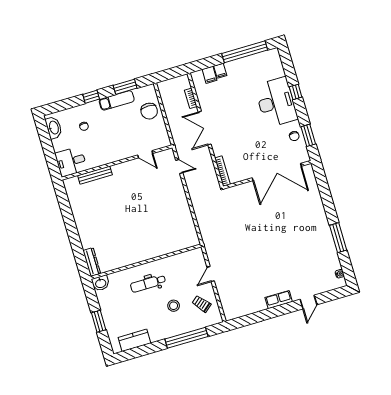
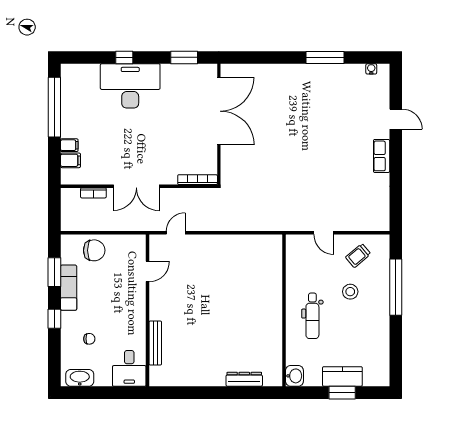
chair: (294, 136) -> (180, 76), removed
dresser: (92, 262) -> (244, 379), moved
kitchen counter: (134, 340) -> (342, 376), moved, turned 90

